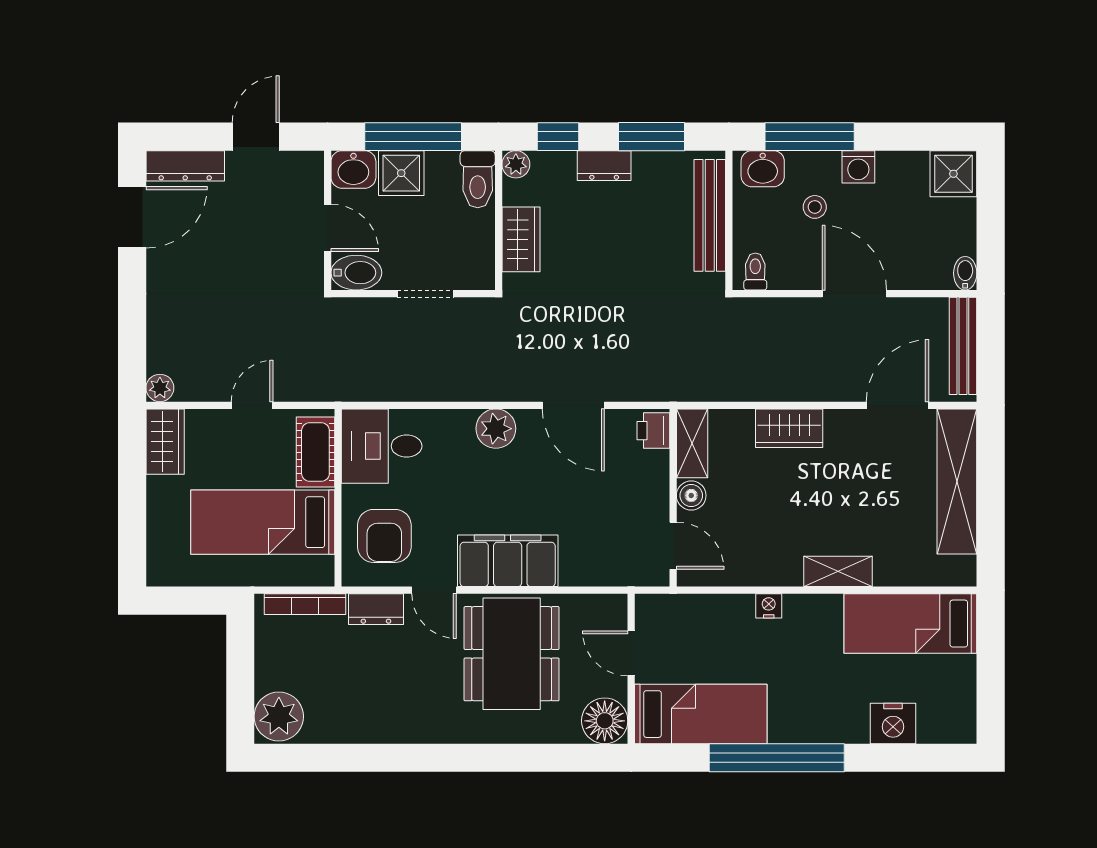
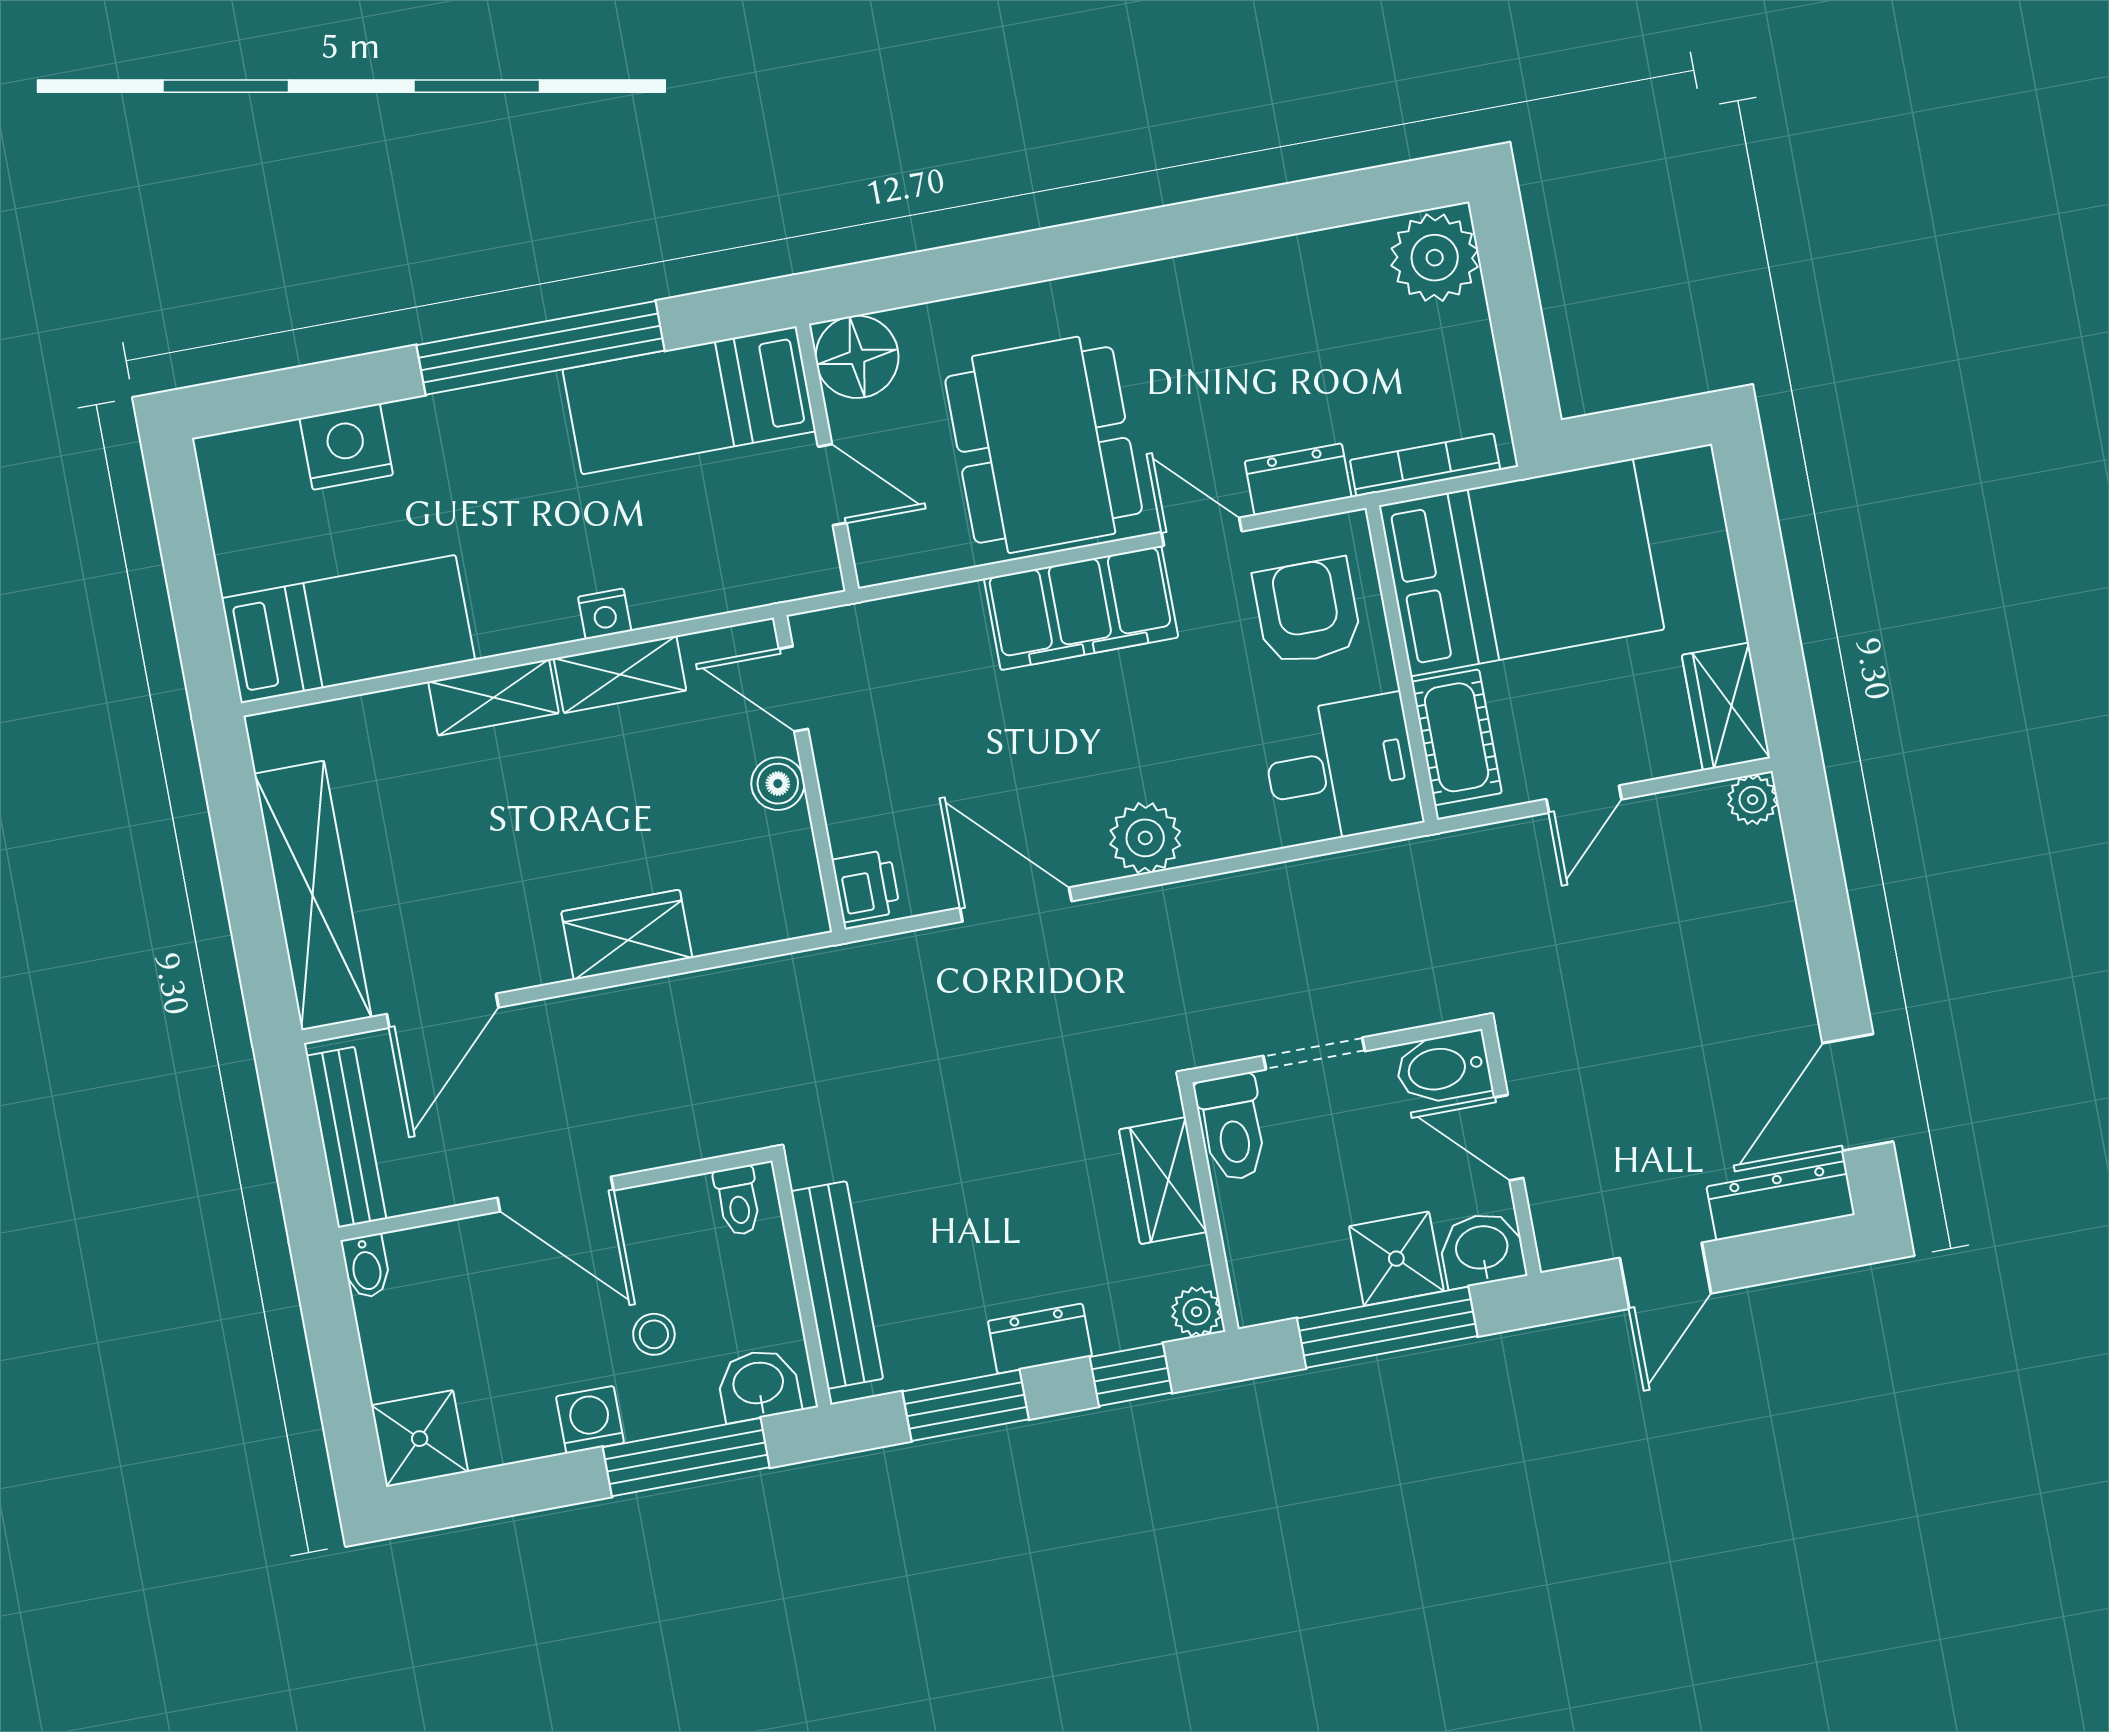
toilet: (478, 179) -> (1232, 1127), moved, turned 180
shelving: (692, 443) -> (620, 674), moved, turned 90
bed: (263, 522) -> (1522, 567), width x1.50

